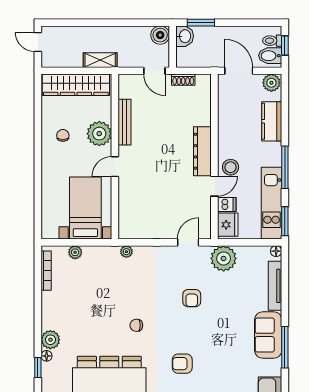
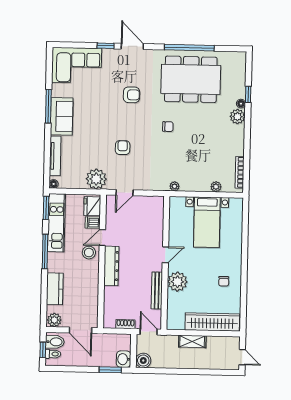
bench: (124, 122) -> (157, 290), moved
plant: (99, 134) -> (177, 282), moved
wall: (115, 157) -> (165, 263), moved
door: (115, 167) -> (165, 255), moved

